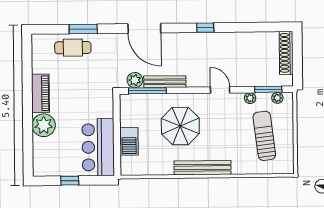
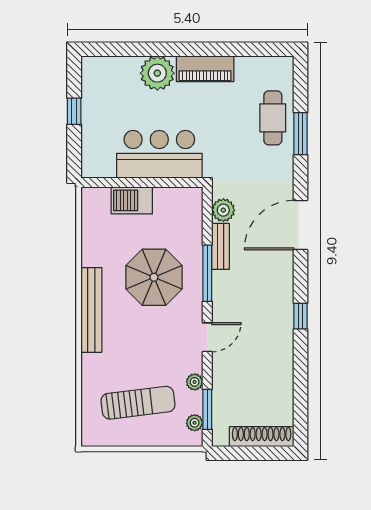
bench: (165, 82) -> (221, 246), width x0.73
window: (147, 91) -> (207, 273), moved
bar counter: (98, 147) -> (159, 154), moved

